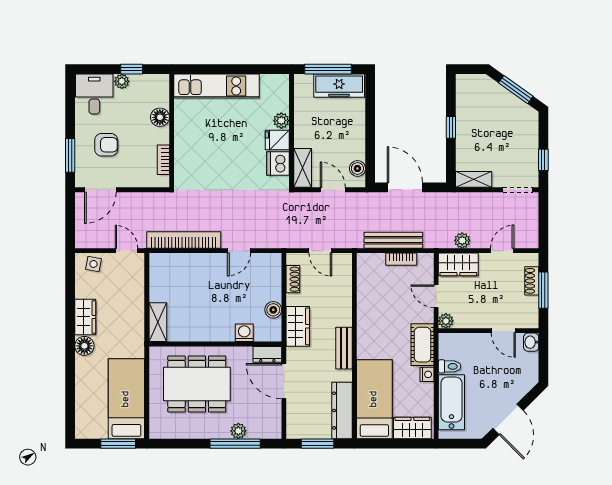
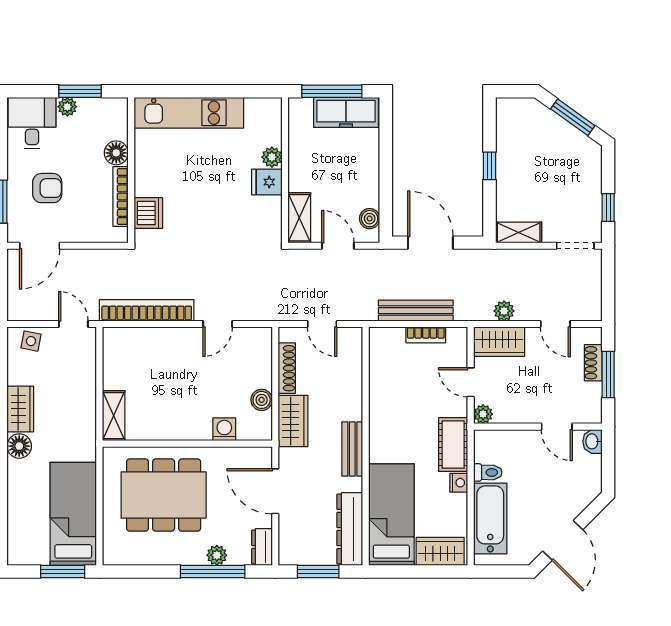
window: (132, 69) -> (80, 91), width x1.50
bookcase: (163, 160) -> (121, 197), width x1.56
dishwasher: (278, 163) -> (148, 213), moved, turned 180
door: (502, 251) -> (555, 324), swing flipped
shoe rack: (293, 279) -> (287, 368), width x1.43
dresser: (267, 354) -> (262, 547), moved, turned 90

